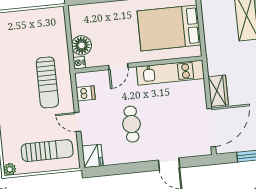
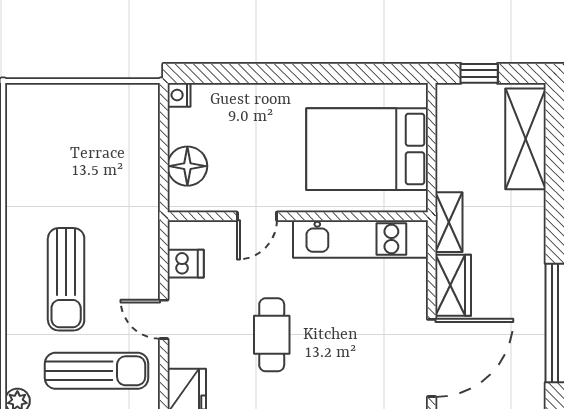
shelving: (213, 60) -> (449, 222), added
nightstand: (79, 63) -> (179, 95), moved
sun lounger: (47, 82) -> (66, 279), moved

